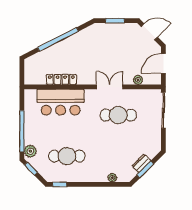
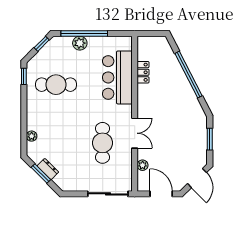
locker: (61, 79) -> (143, 72), width x0.66
plant: (30, 151) -> (80, 43), moved
cafe table: (67, 156) -> (56, 85), turned 90

